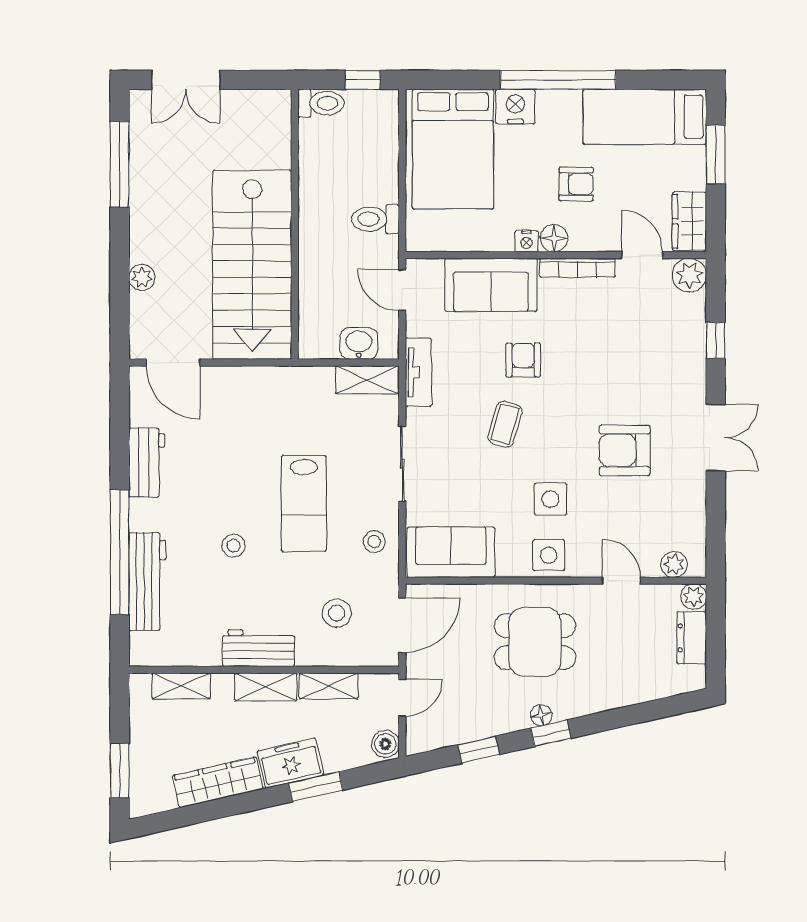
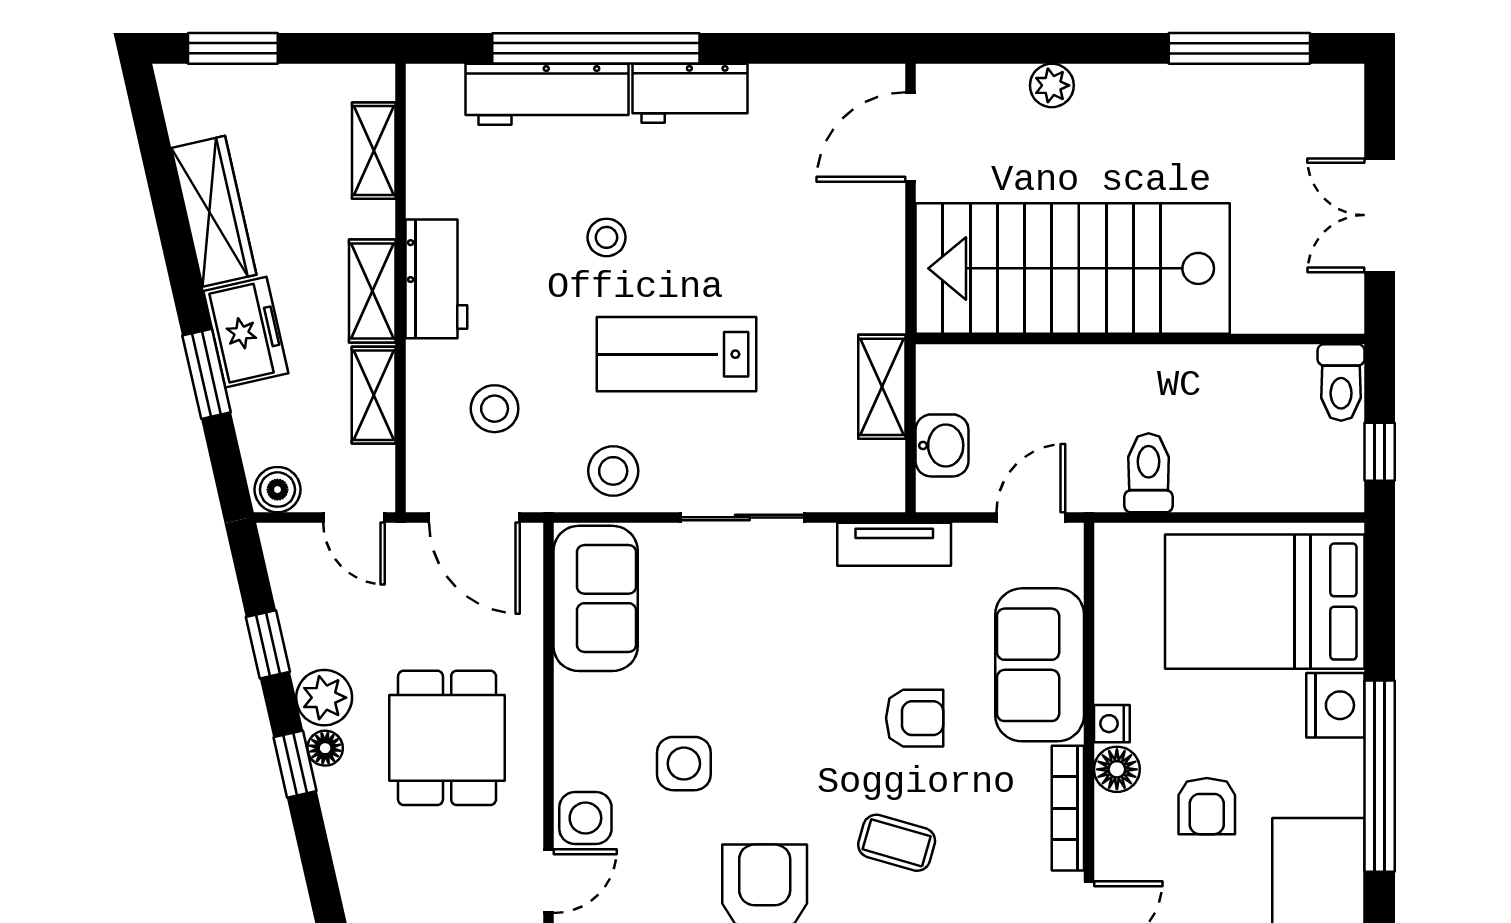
double door: (186, 80) -> (1380, 215), moved
shelving: (367, 380) -> (882, 387), moved
coffee table: (505, 424) -> (897, 843), moved
workbench: (147, 462) -> (690, 93), moved
stool: (374, 542) -> (613, 471), width x1.37, depth x1.37
side table: (549, 555) -> (585, 818), moved
plant: (511, 716) -> (324, 698), added

